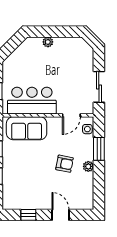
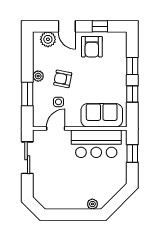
plant: (48, 42) -> (92, 204), moved
side table: (87, 129) -> (58, 102), moved
armchair: (36, 195) -> (92, 47), added
plant: (79, 202) -> (48, 39), added

